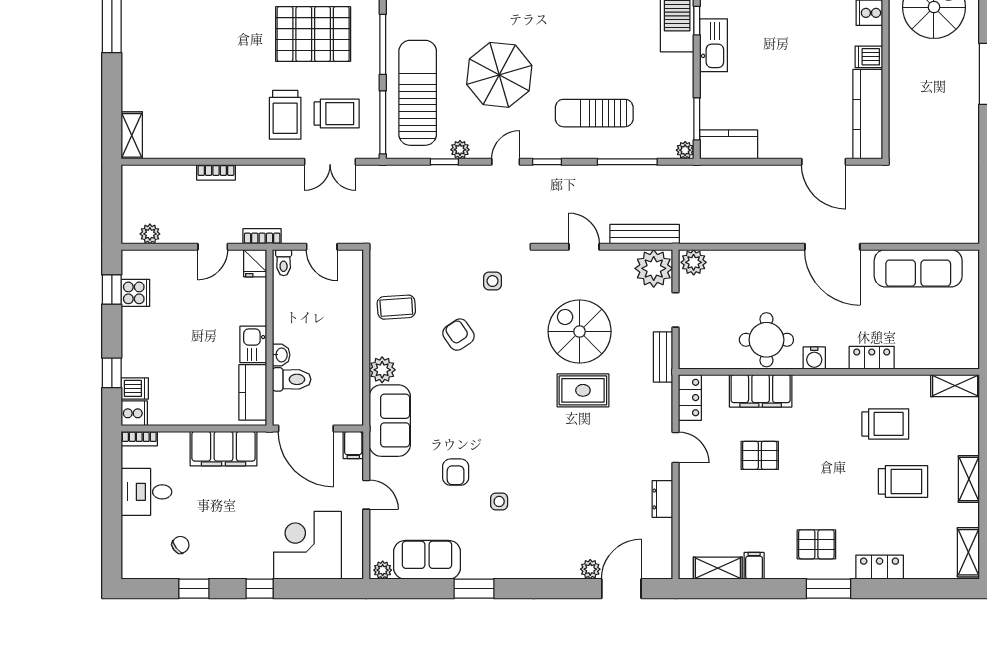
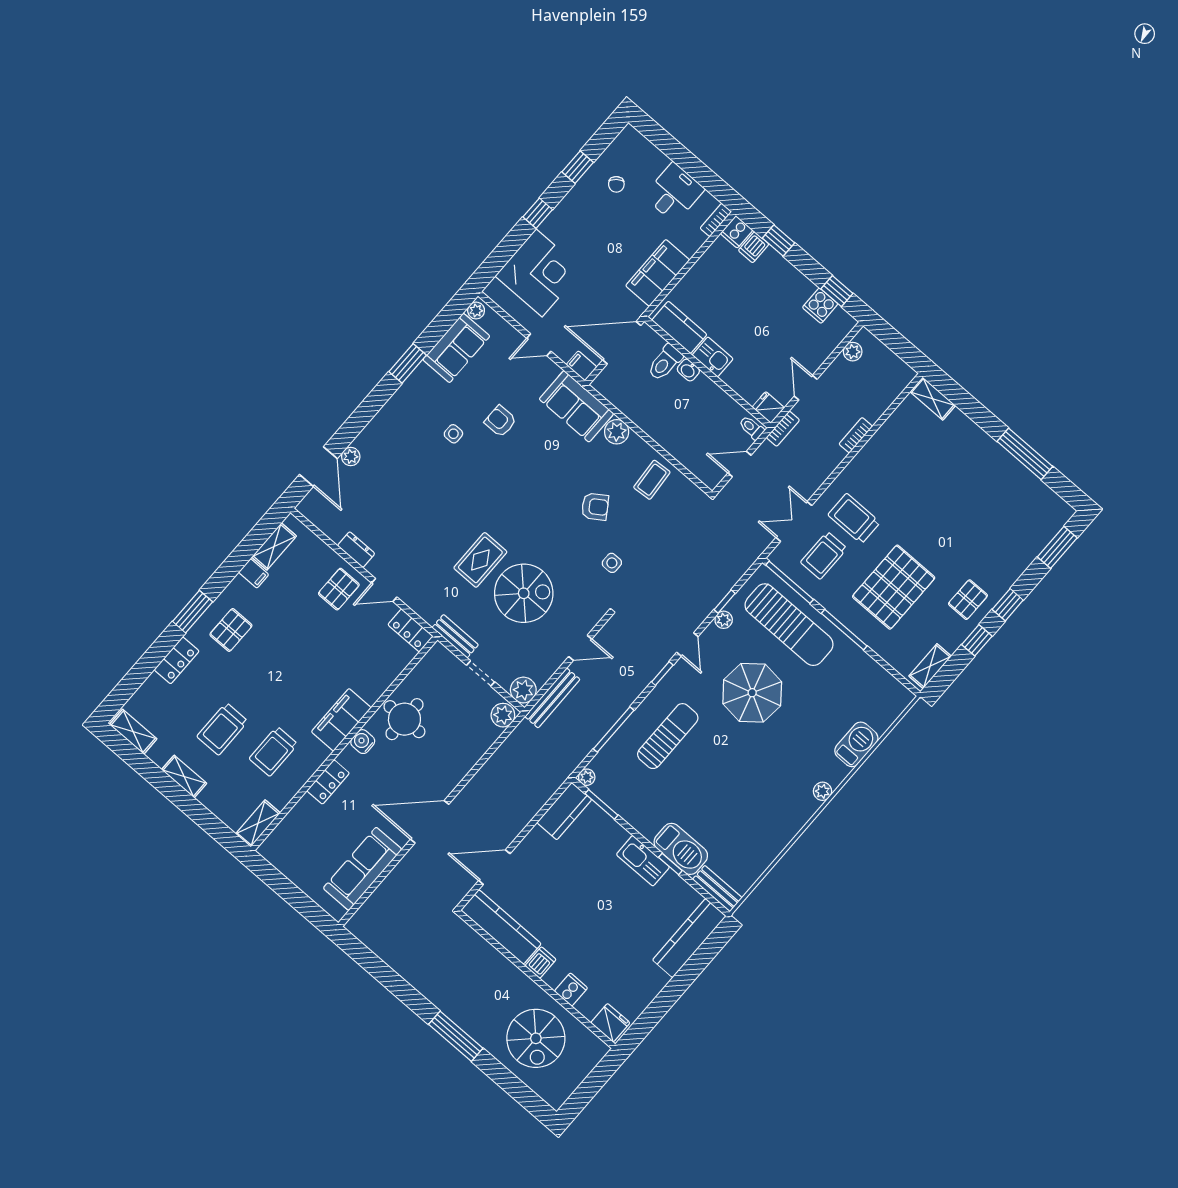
plant: (654, 268) -> (523, 690), width x0.73, depth x0.73
filing cabinet: (761, 391) -> (341, 720), moved
pallet: (760, 455) -> (339, 589), moved

